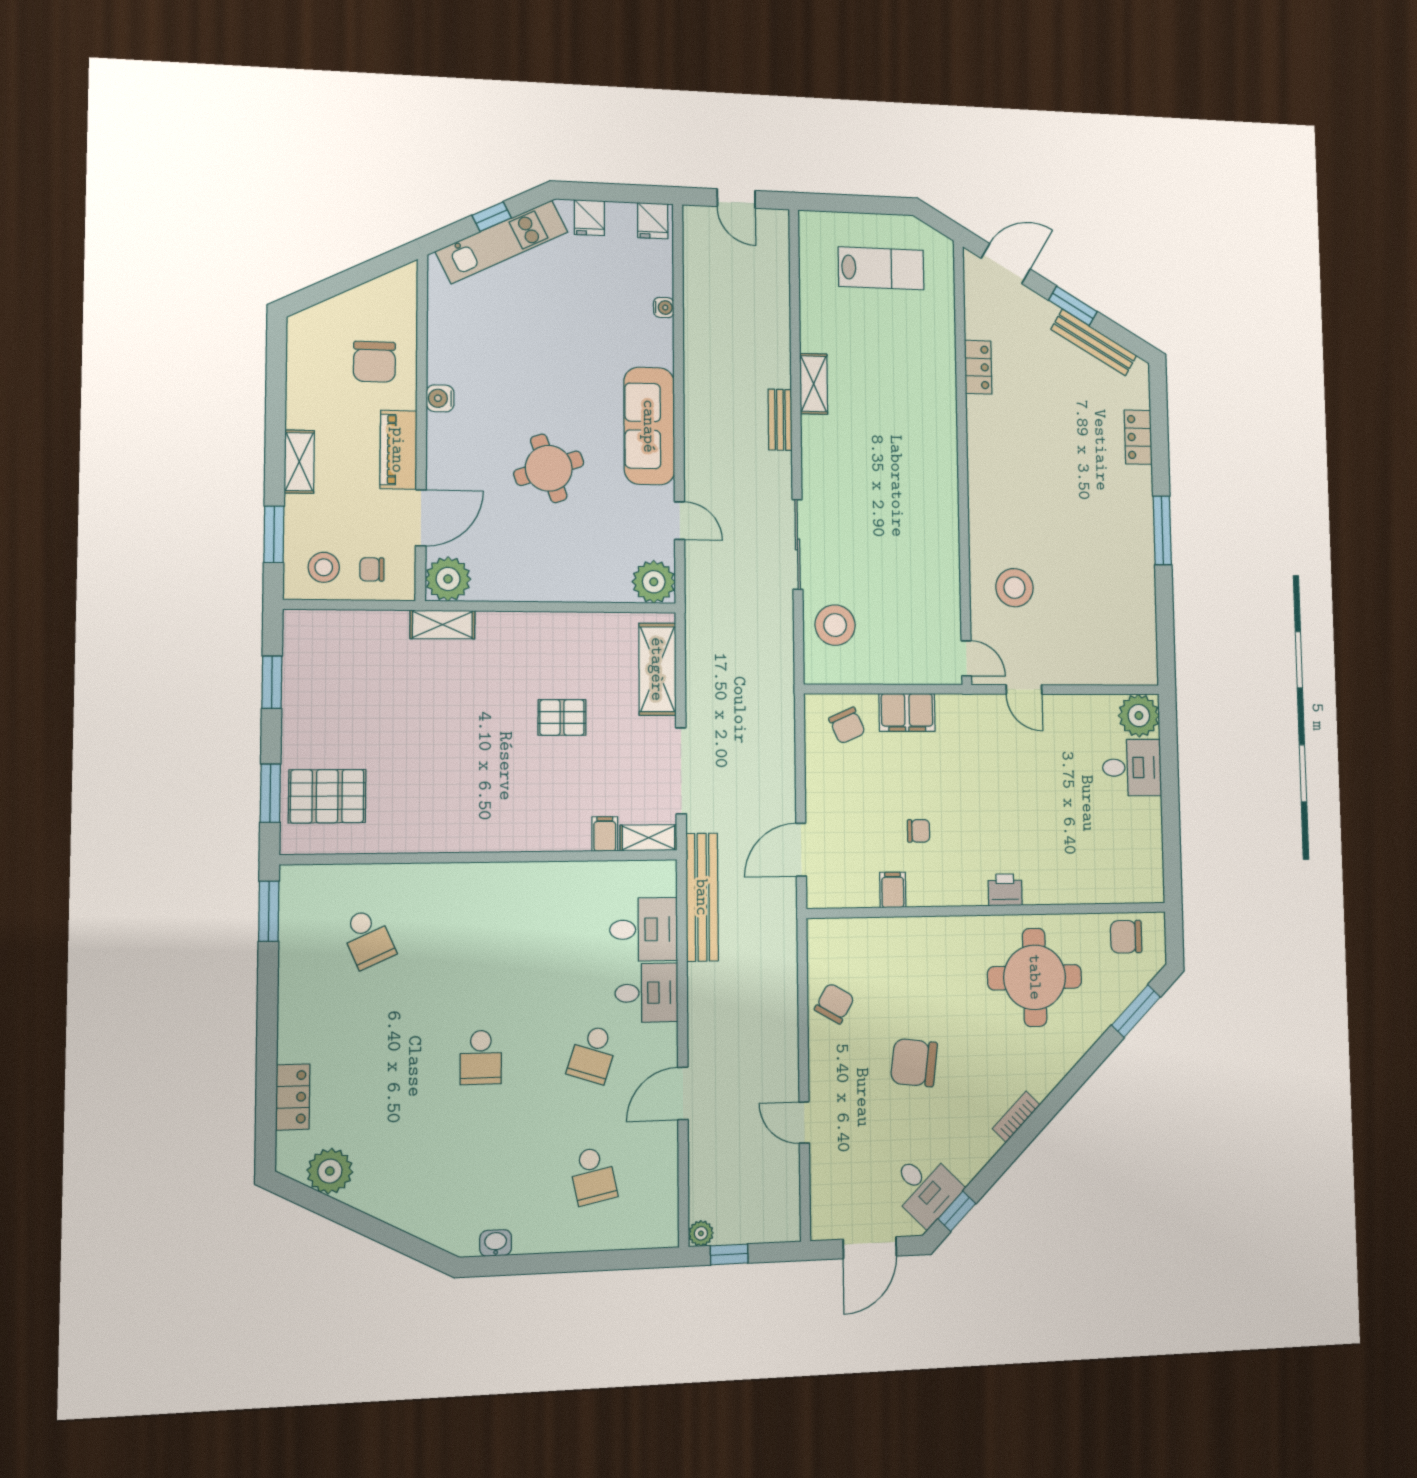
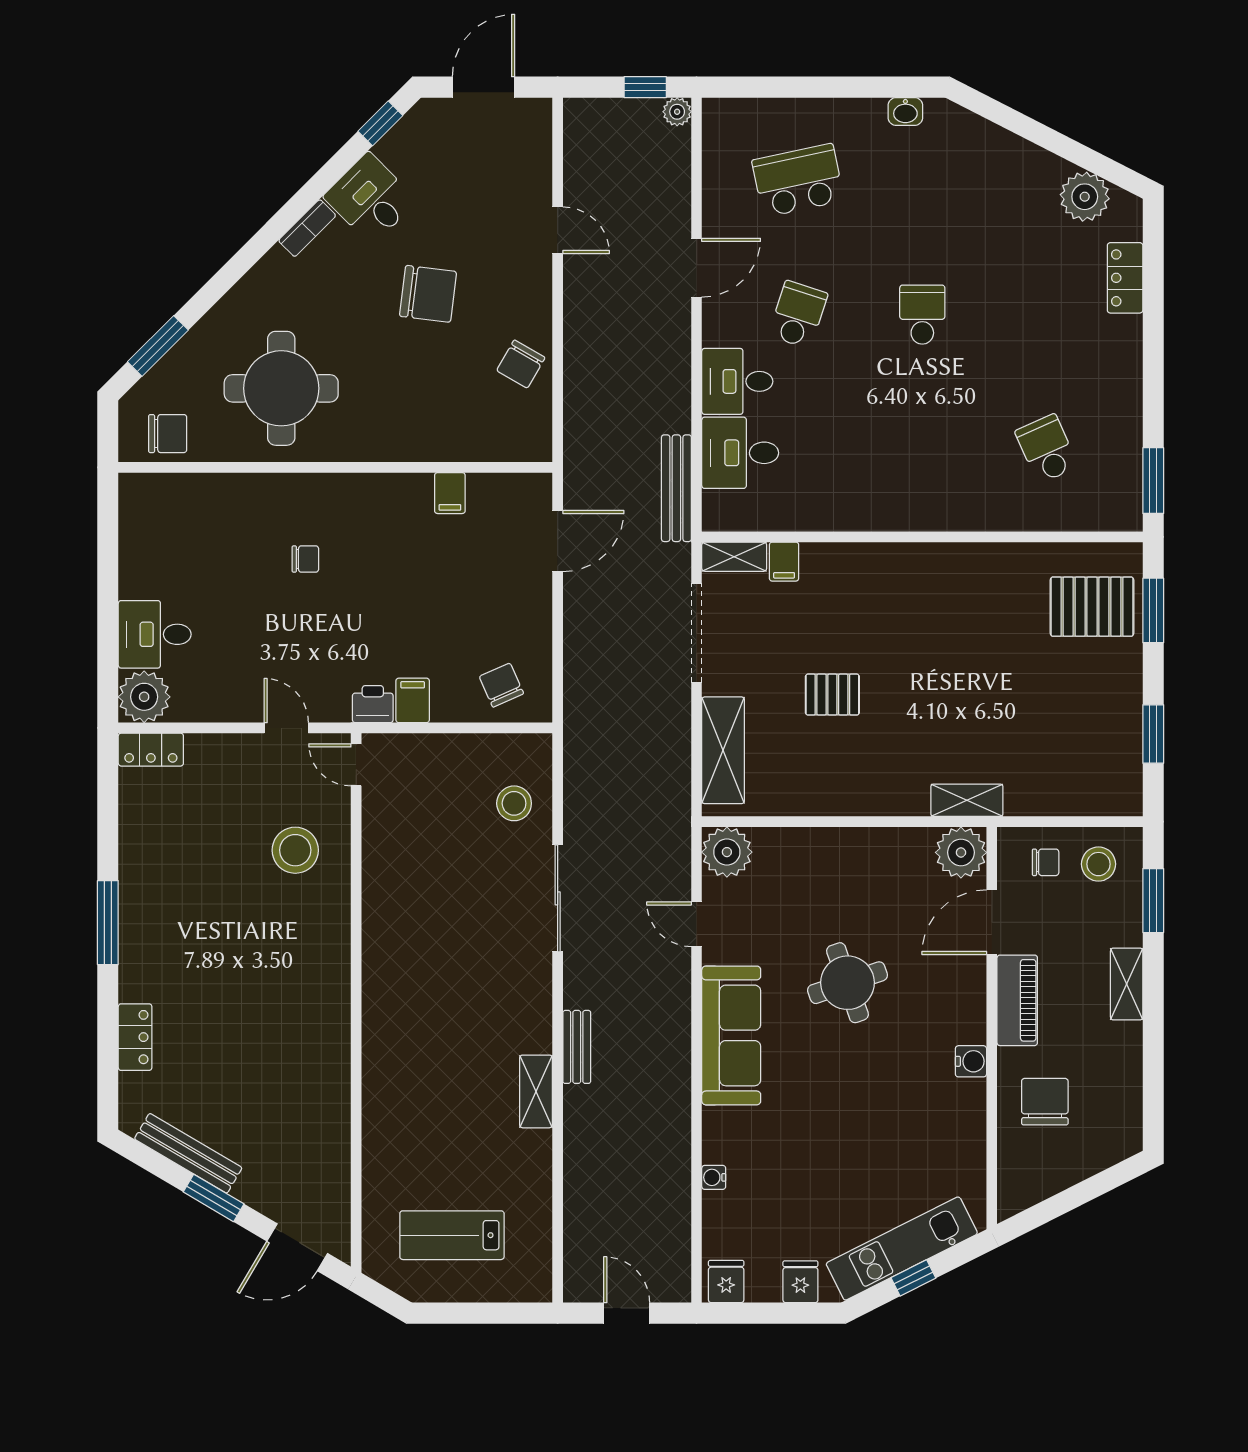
locker: (978, 367) -> (151, 750), moved, turned -90
stool: (835, 625) -> (514, 803), width x0.73, depth x0.73
filing cabinet: (907, 712) -> (413, 700), width x0.50
chair: (919, 831) -> (305, 559), moved, turned 180
printer: (1005, 890) -> (373, 704), moved, turned 180
bench: (702, 897) -> (676, 488), width x0.73, depth x0.82
school desk: (593, 1176) -> (798, 180), width x1.85
desk: (925, 1188) -> (370, 199), moved

